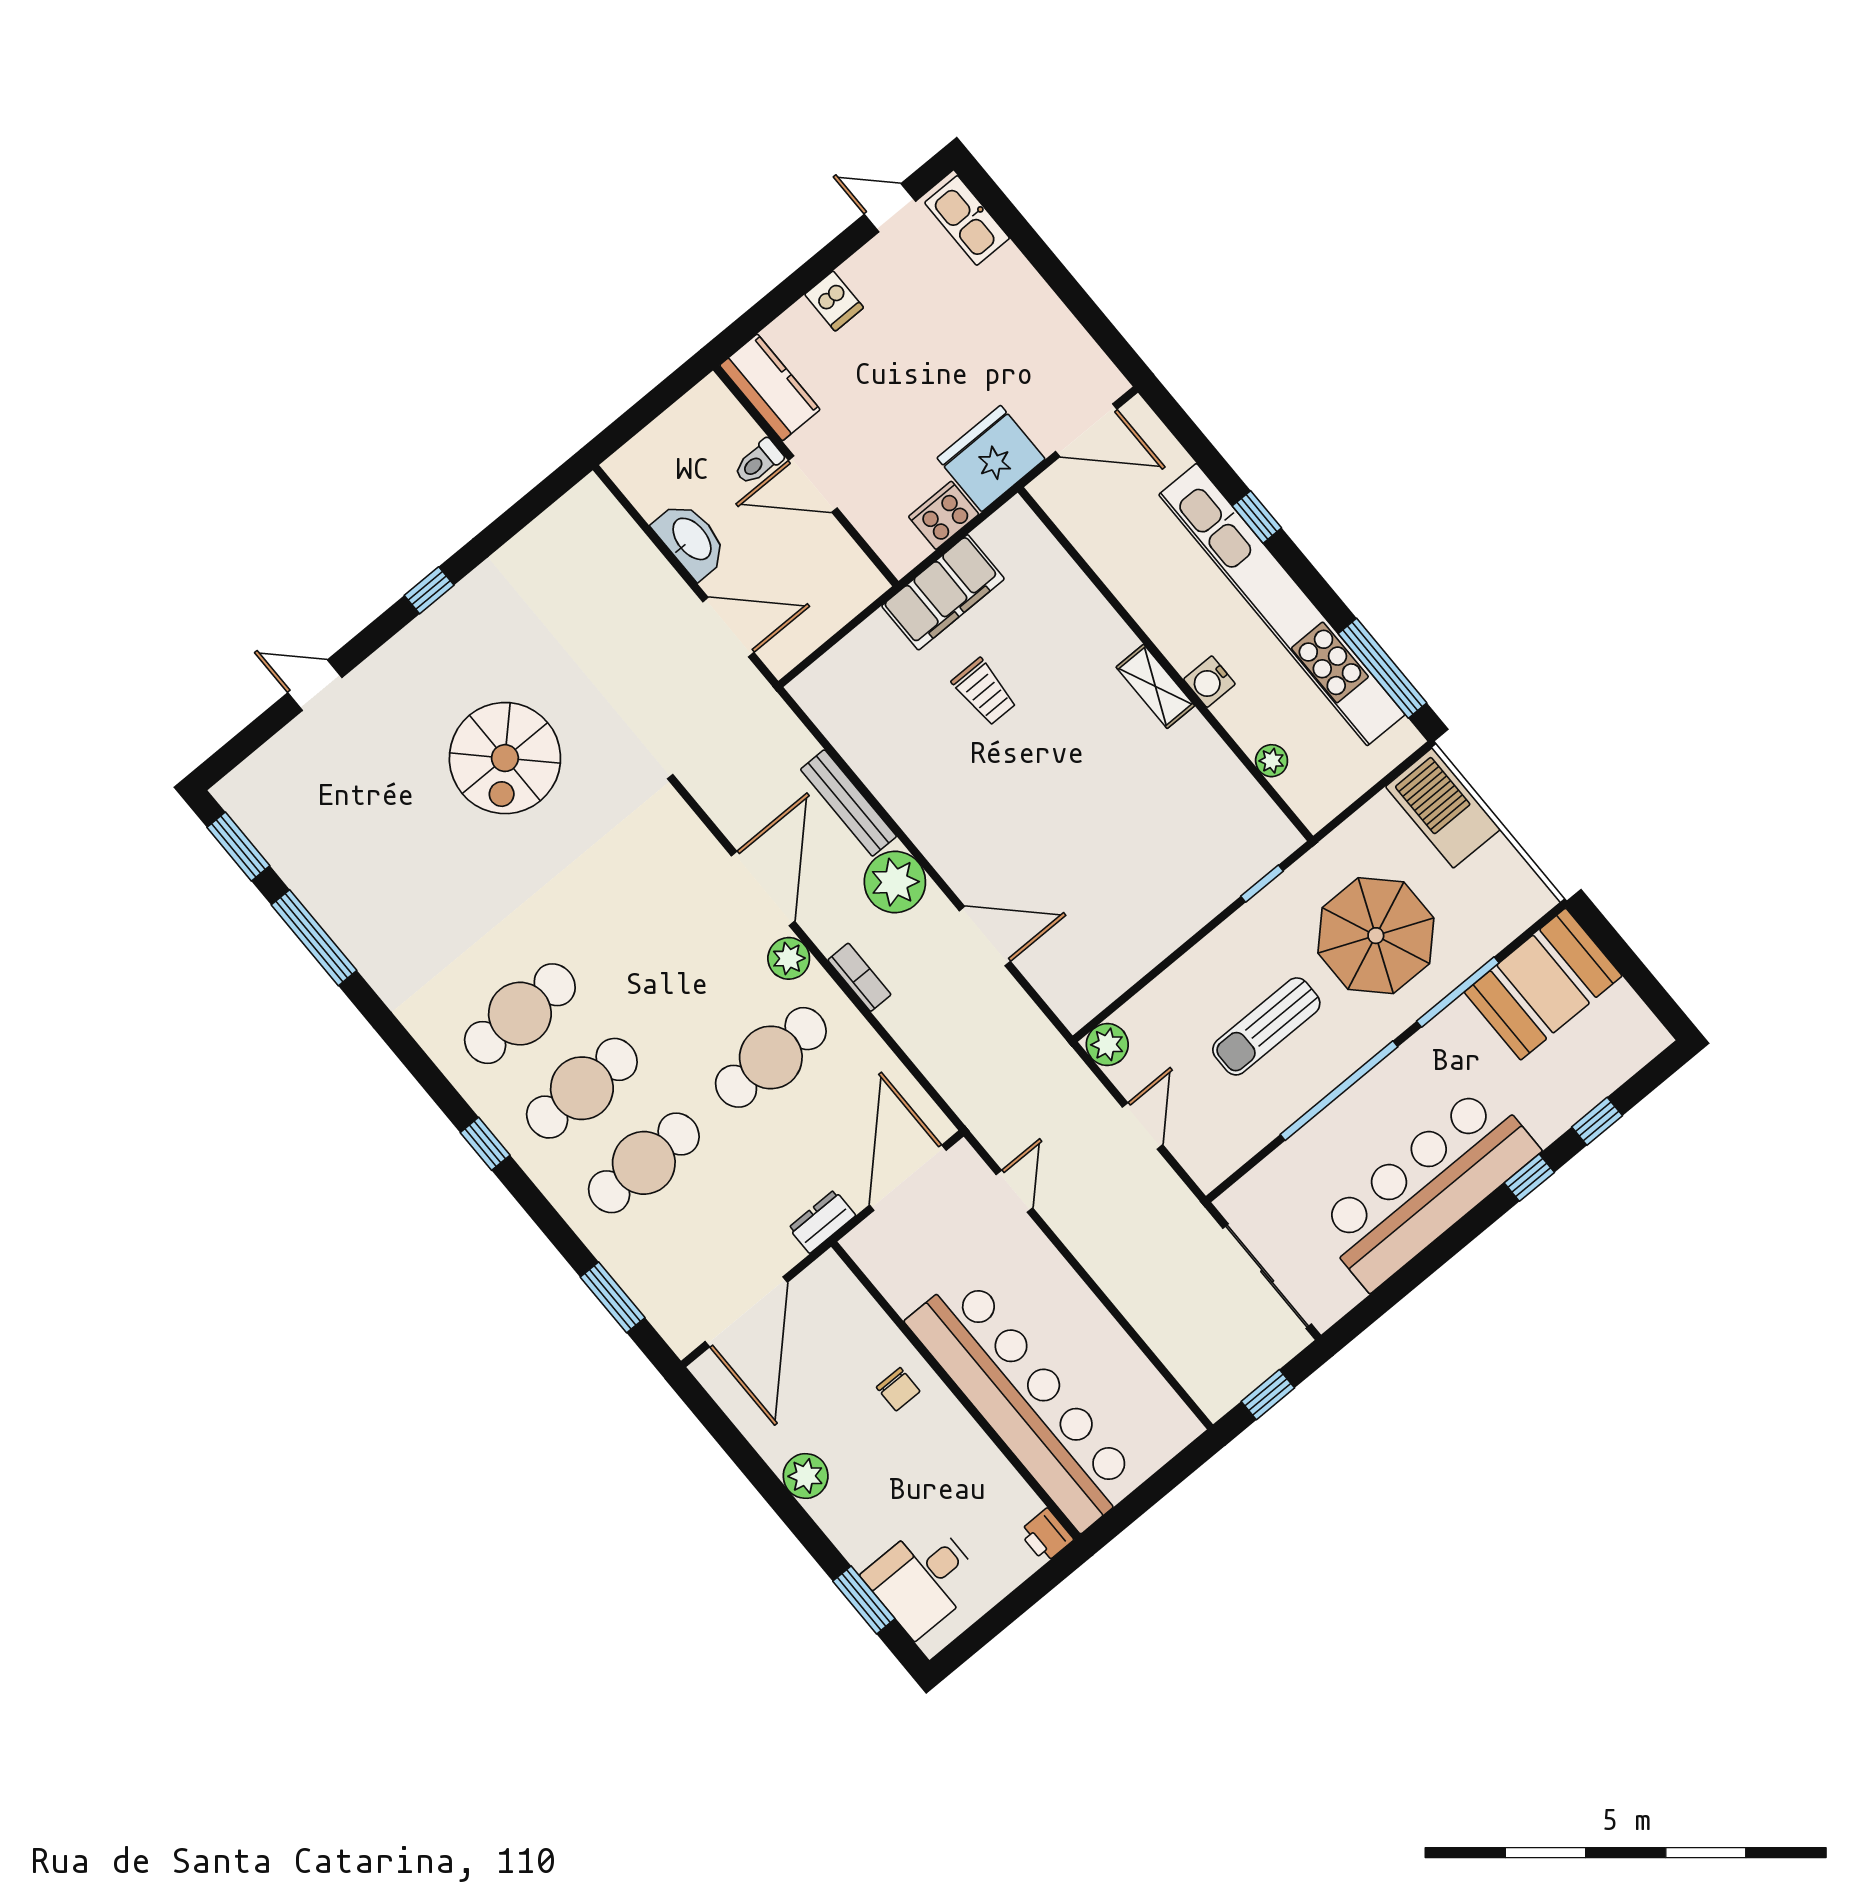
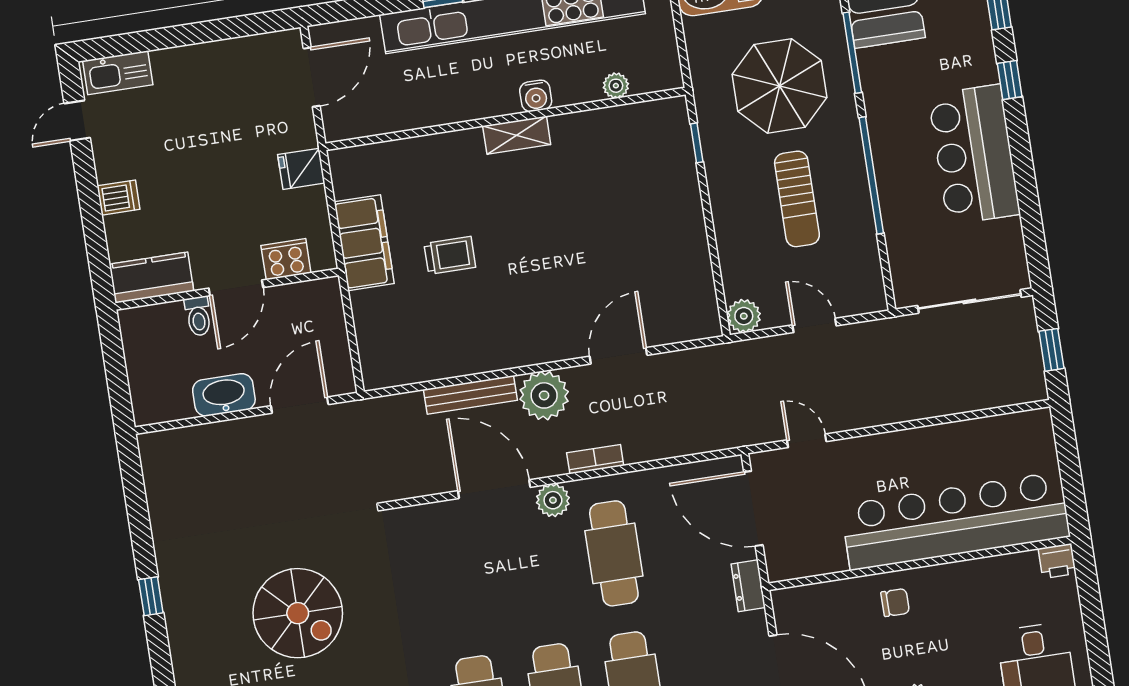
fridge: (991, 458) -> (301, 169), width x0.53, depth x0.75
cooker: (944, 515) -> (286, 259), moved, turned 90
bar counter: (1427, 1187) -> (974, 155), width x0.73

